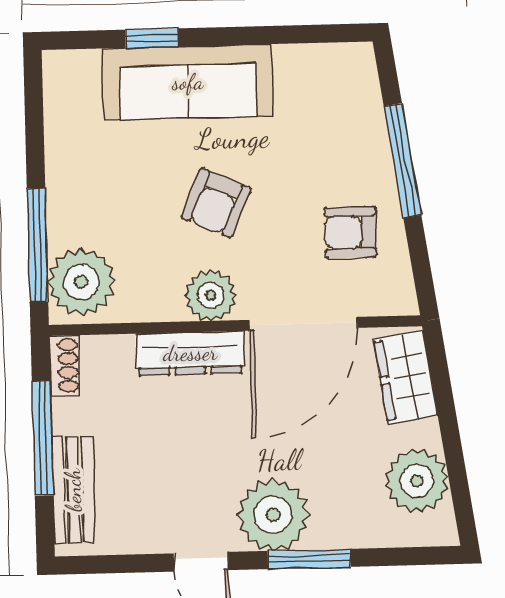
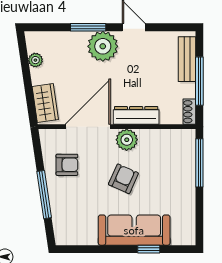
plant: (81, 282) -> (181, 147), removed
plant: (417, 481) -> (35, 60), width x0.53, depth x0.53

